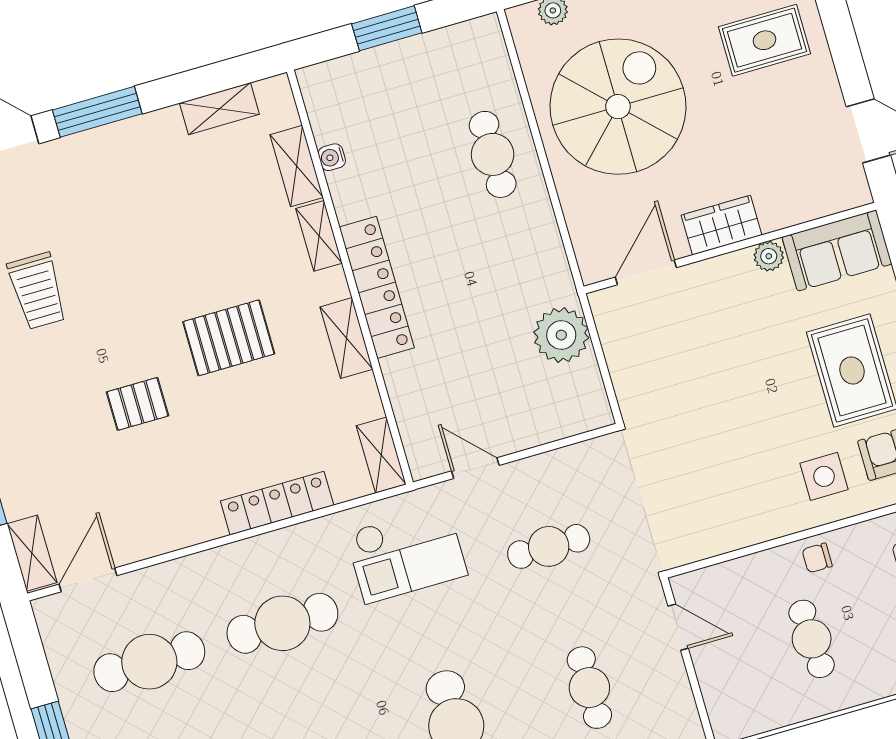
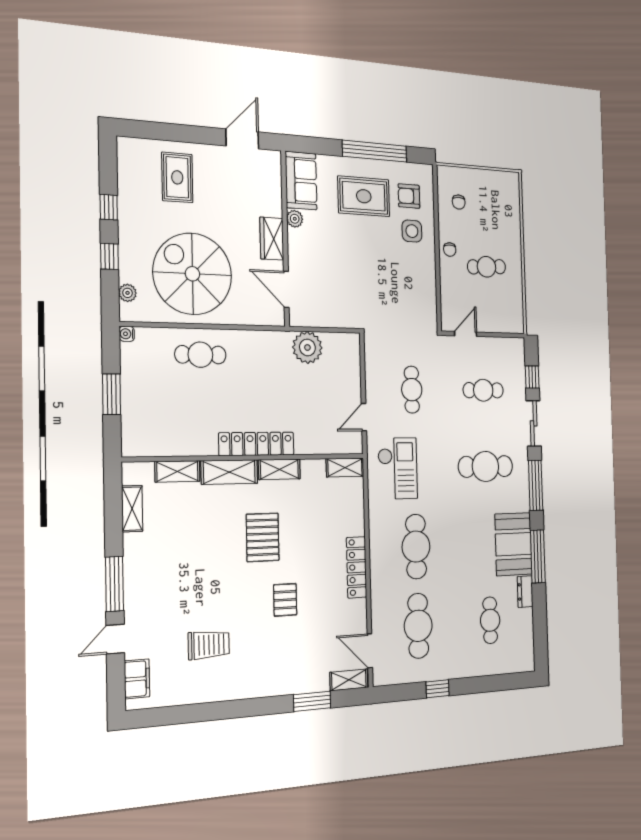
water cooler: (332, 157) -> (127, 334), moved, turned 90
shelving: (319, 236) -> (229, 472), width x1.50, depth x1.33
locker: (277, 503) -> (357, 567), moved

